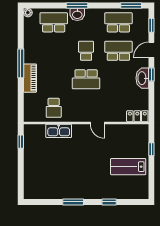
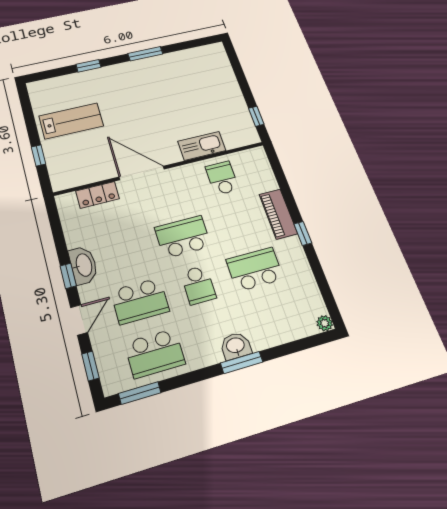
school desk: (54, 22) -> (255, 269), moved, turned 180
window: (21, 63) -> (303, 233), width x0.46
locker: (137, 116) -> (98, 195), moved
door: (97, 123) -> (142, 173), width x1.87

